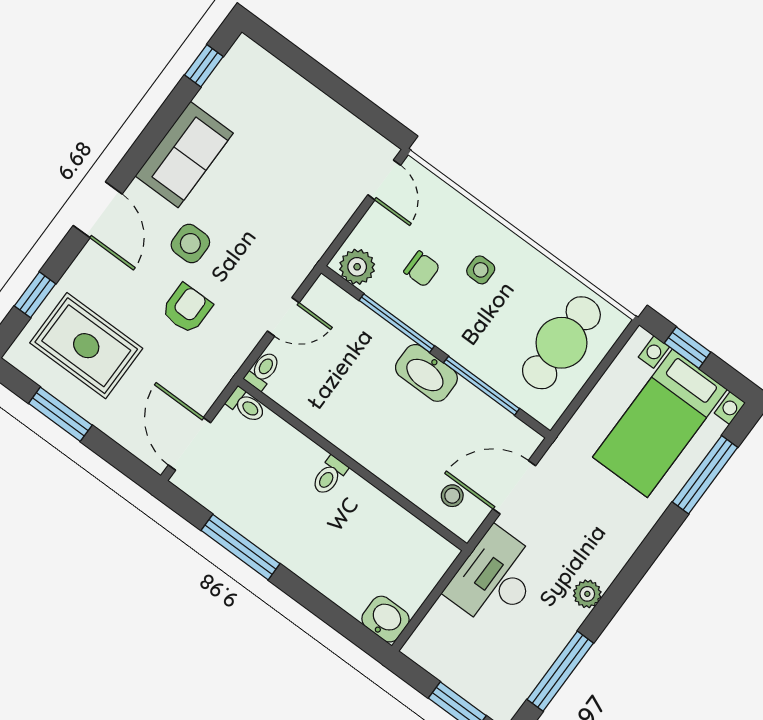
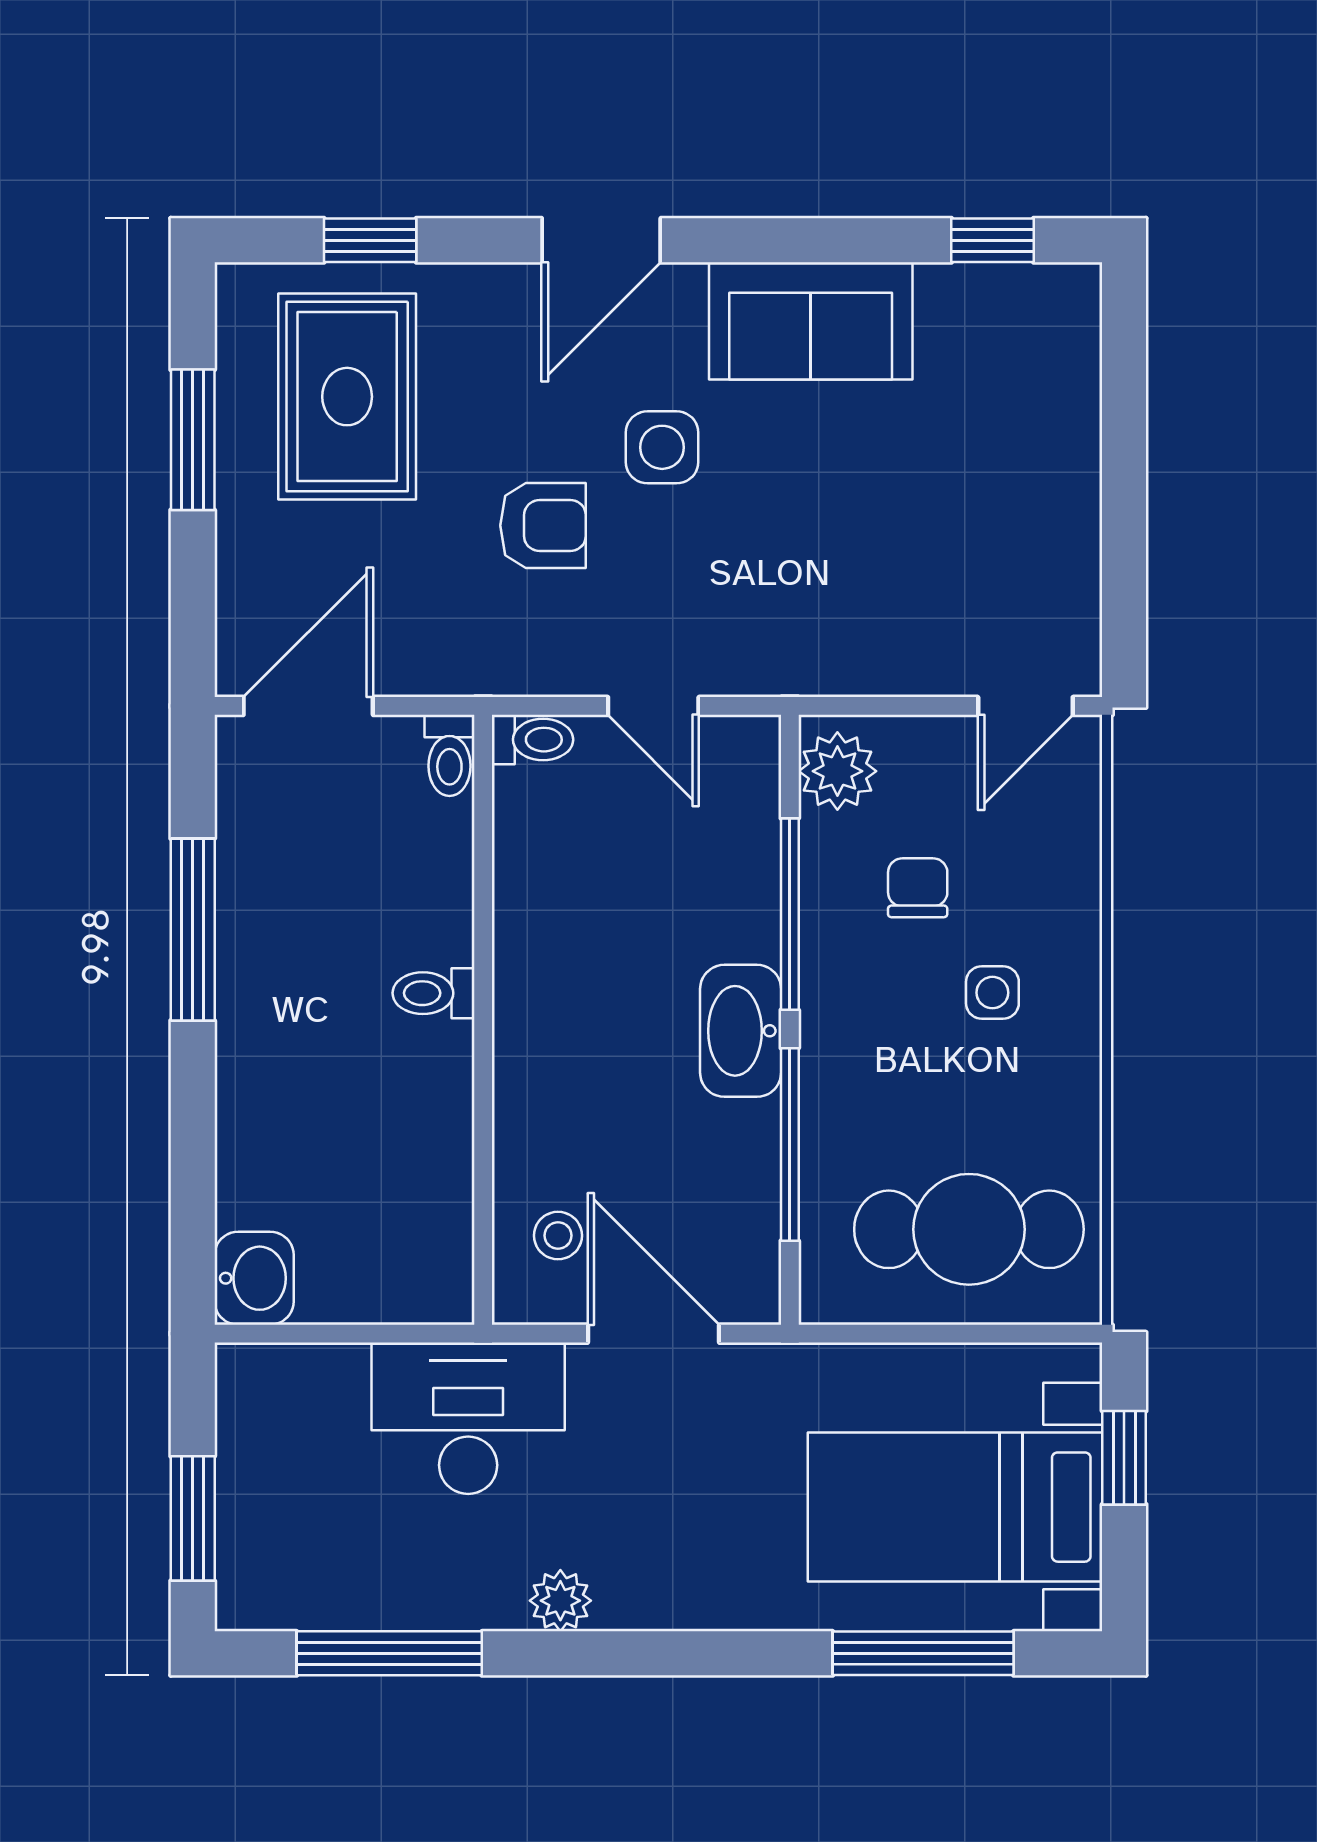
chair: (422, 269) -> (918, 888), turned 180

